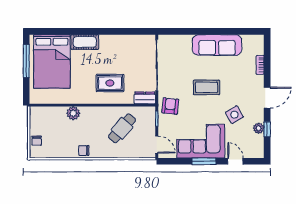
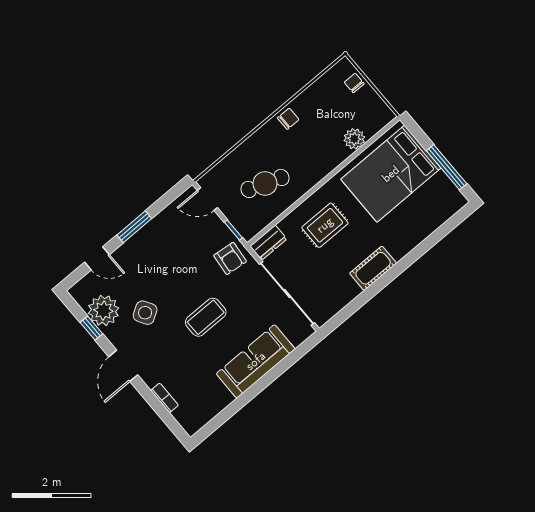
cot: (85, 42) -> (373, 268), moved
sofa: (217, 45) -> (256, 361), moved
bed: (52, 61) -> (391, 174), moved, turned -90
plant: (73, 113) -> (354, 139), moved
cafe table: (122, 128) -> (265, 183), turned 69
plant: (259, 128) -> (103, 311), width x1.87, depth x1.87
corner sofa: (201, 141) -> (158, 247), removed

